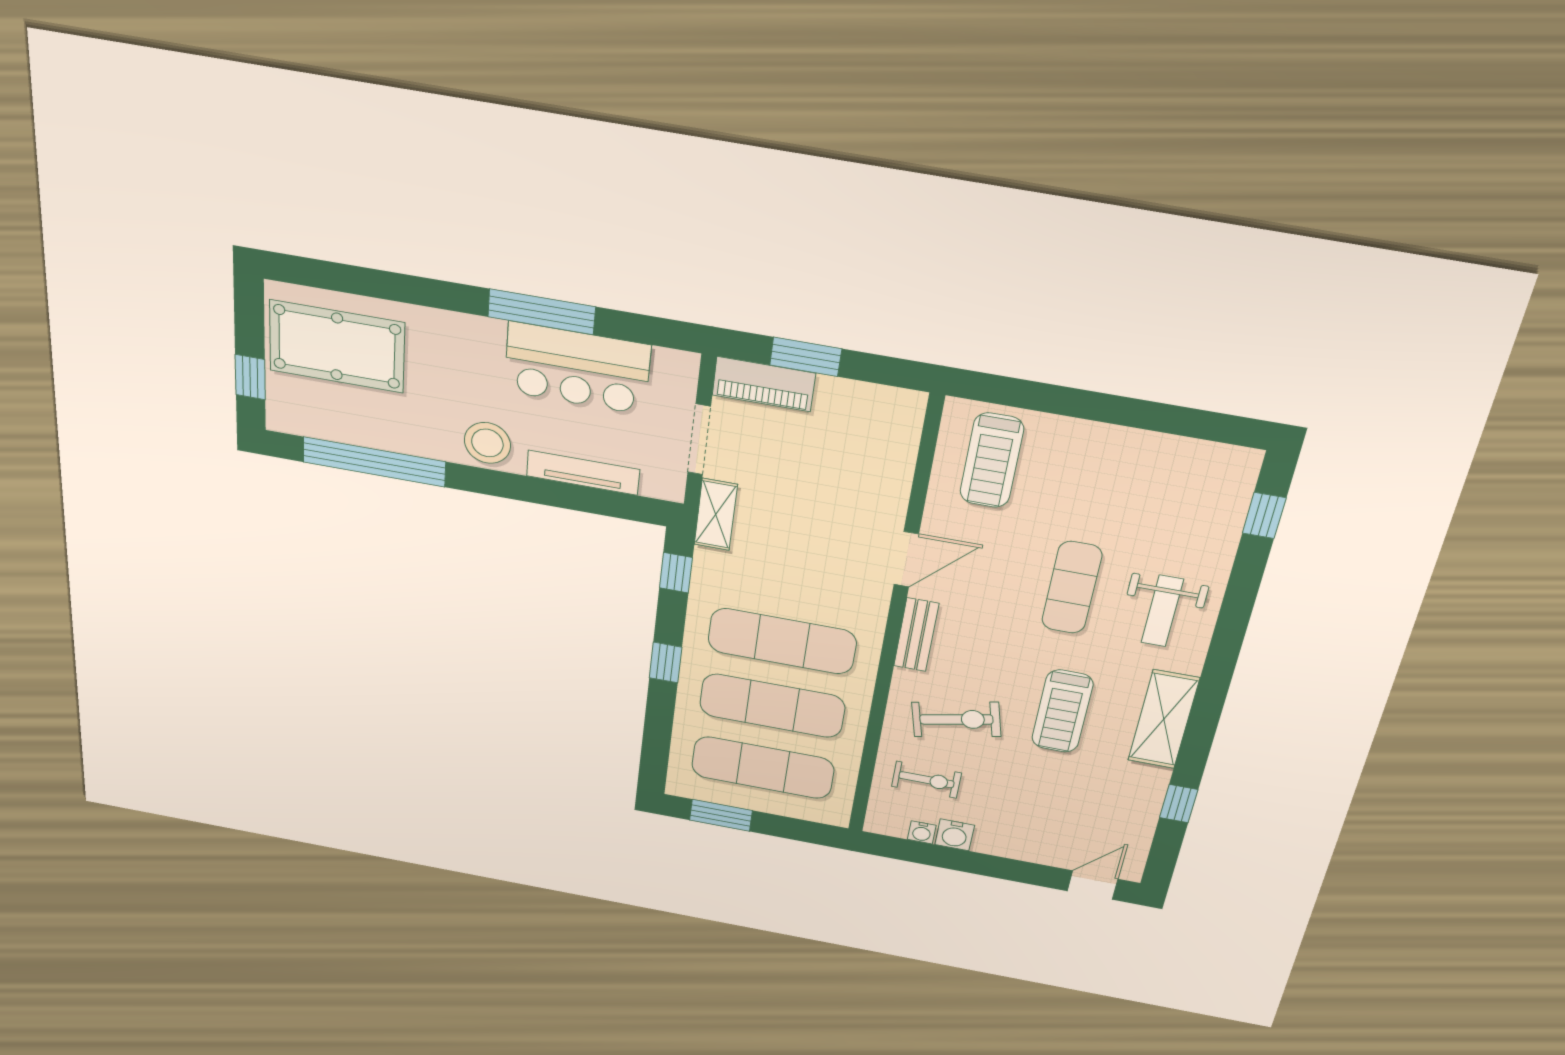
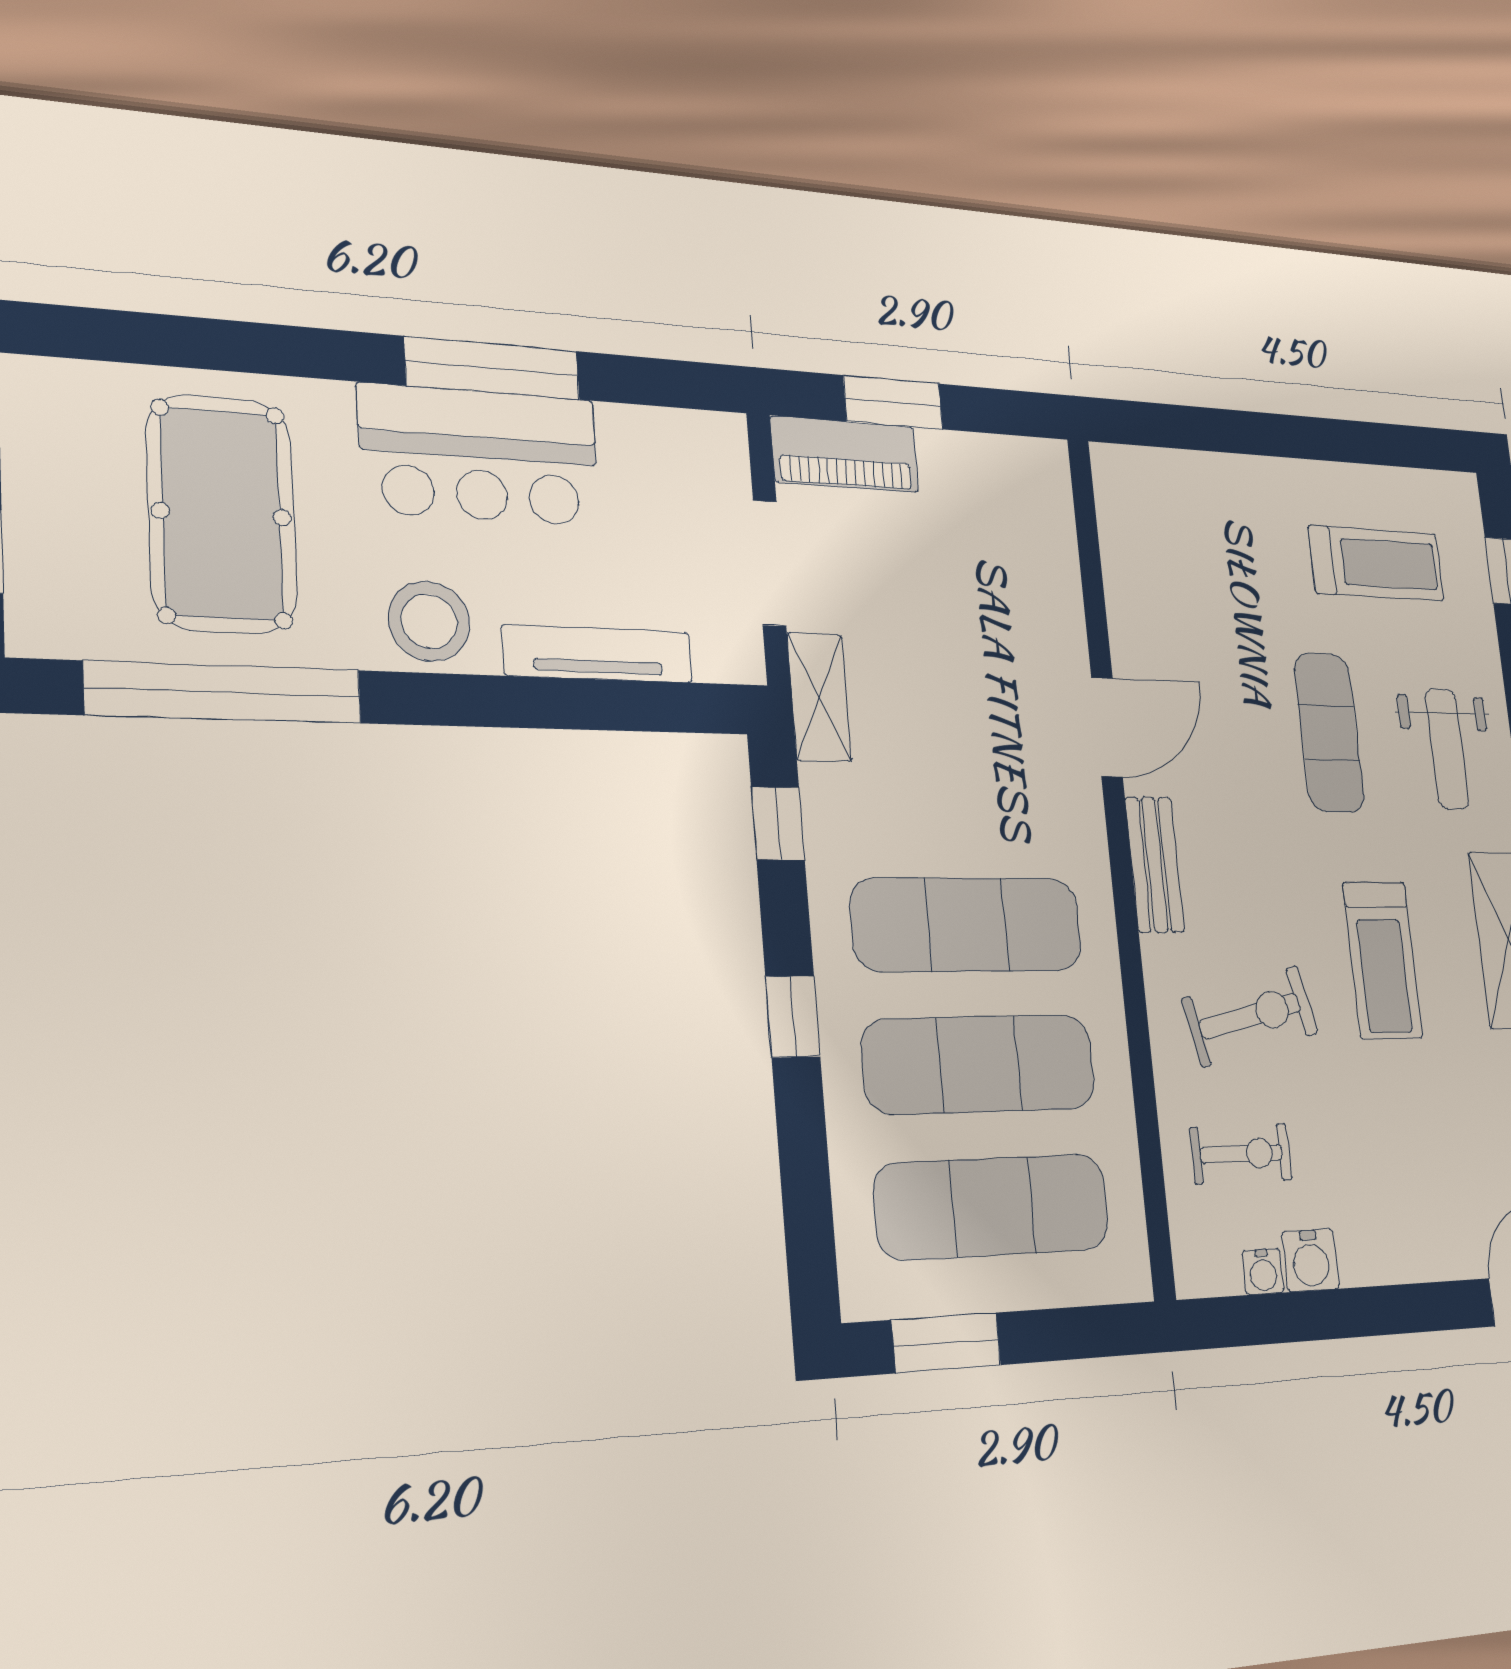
pool table: (337, 347) -> (222, 514), moved, turned 90
bar counter: (577, 368) -> (480, 455), moved
treadmill: (992, 460) -> (1376, 563), moved, turned -90

